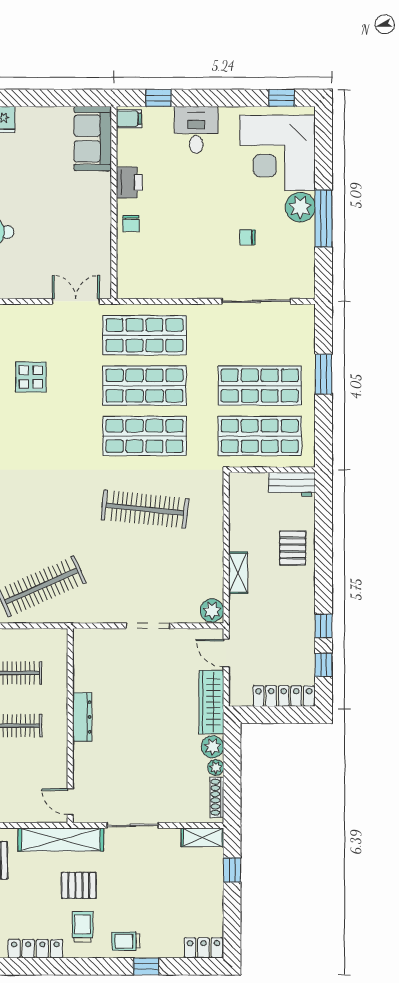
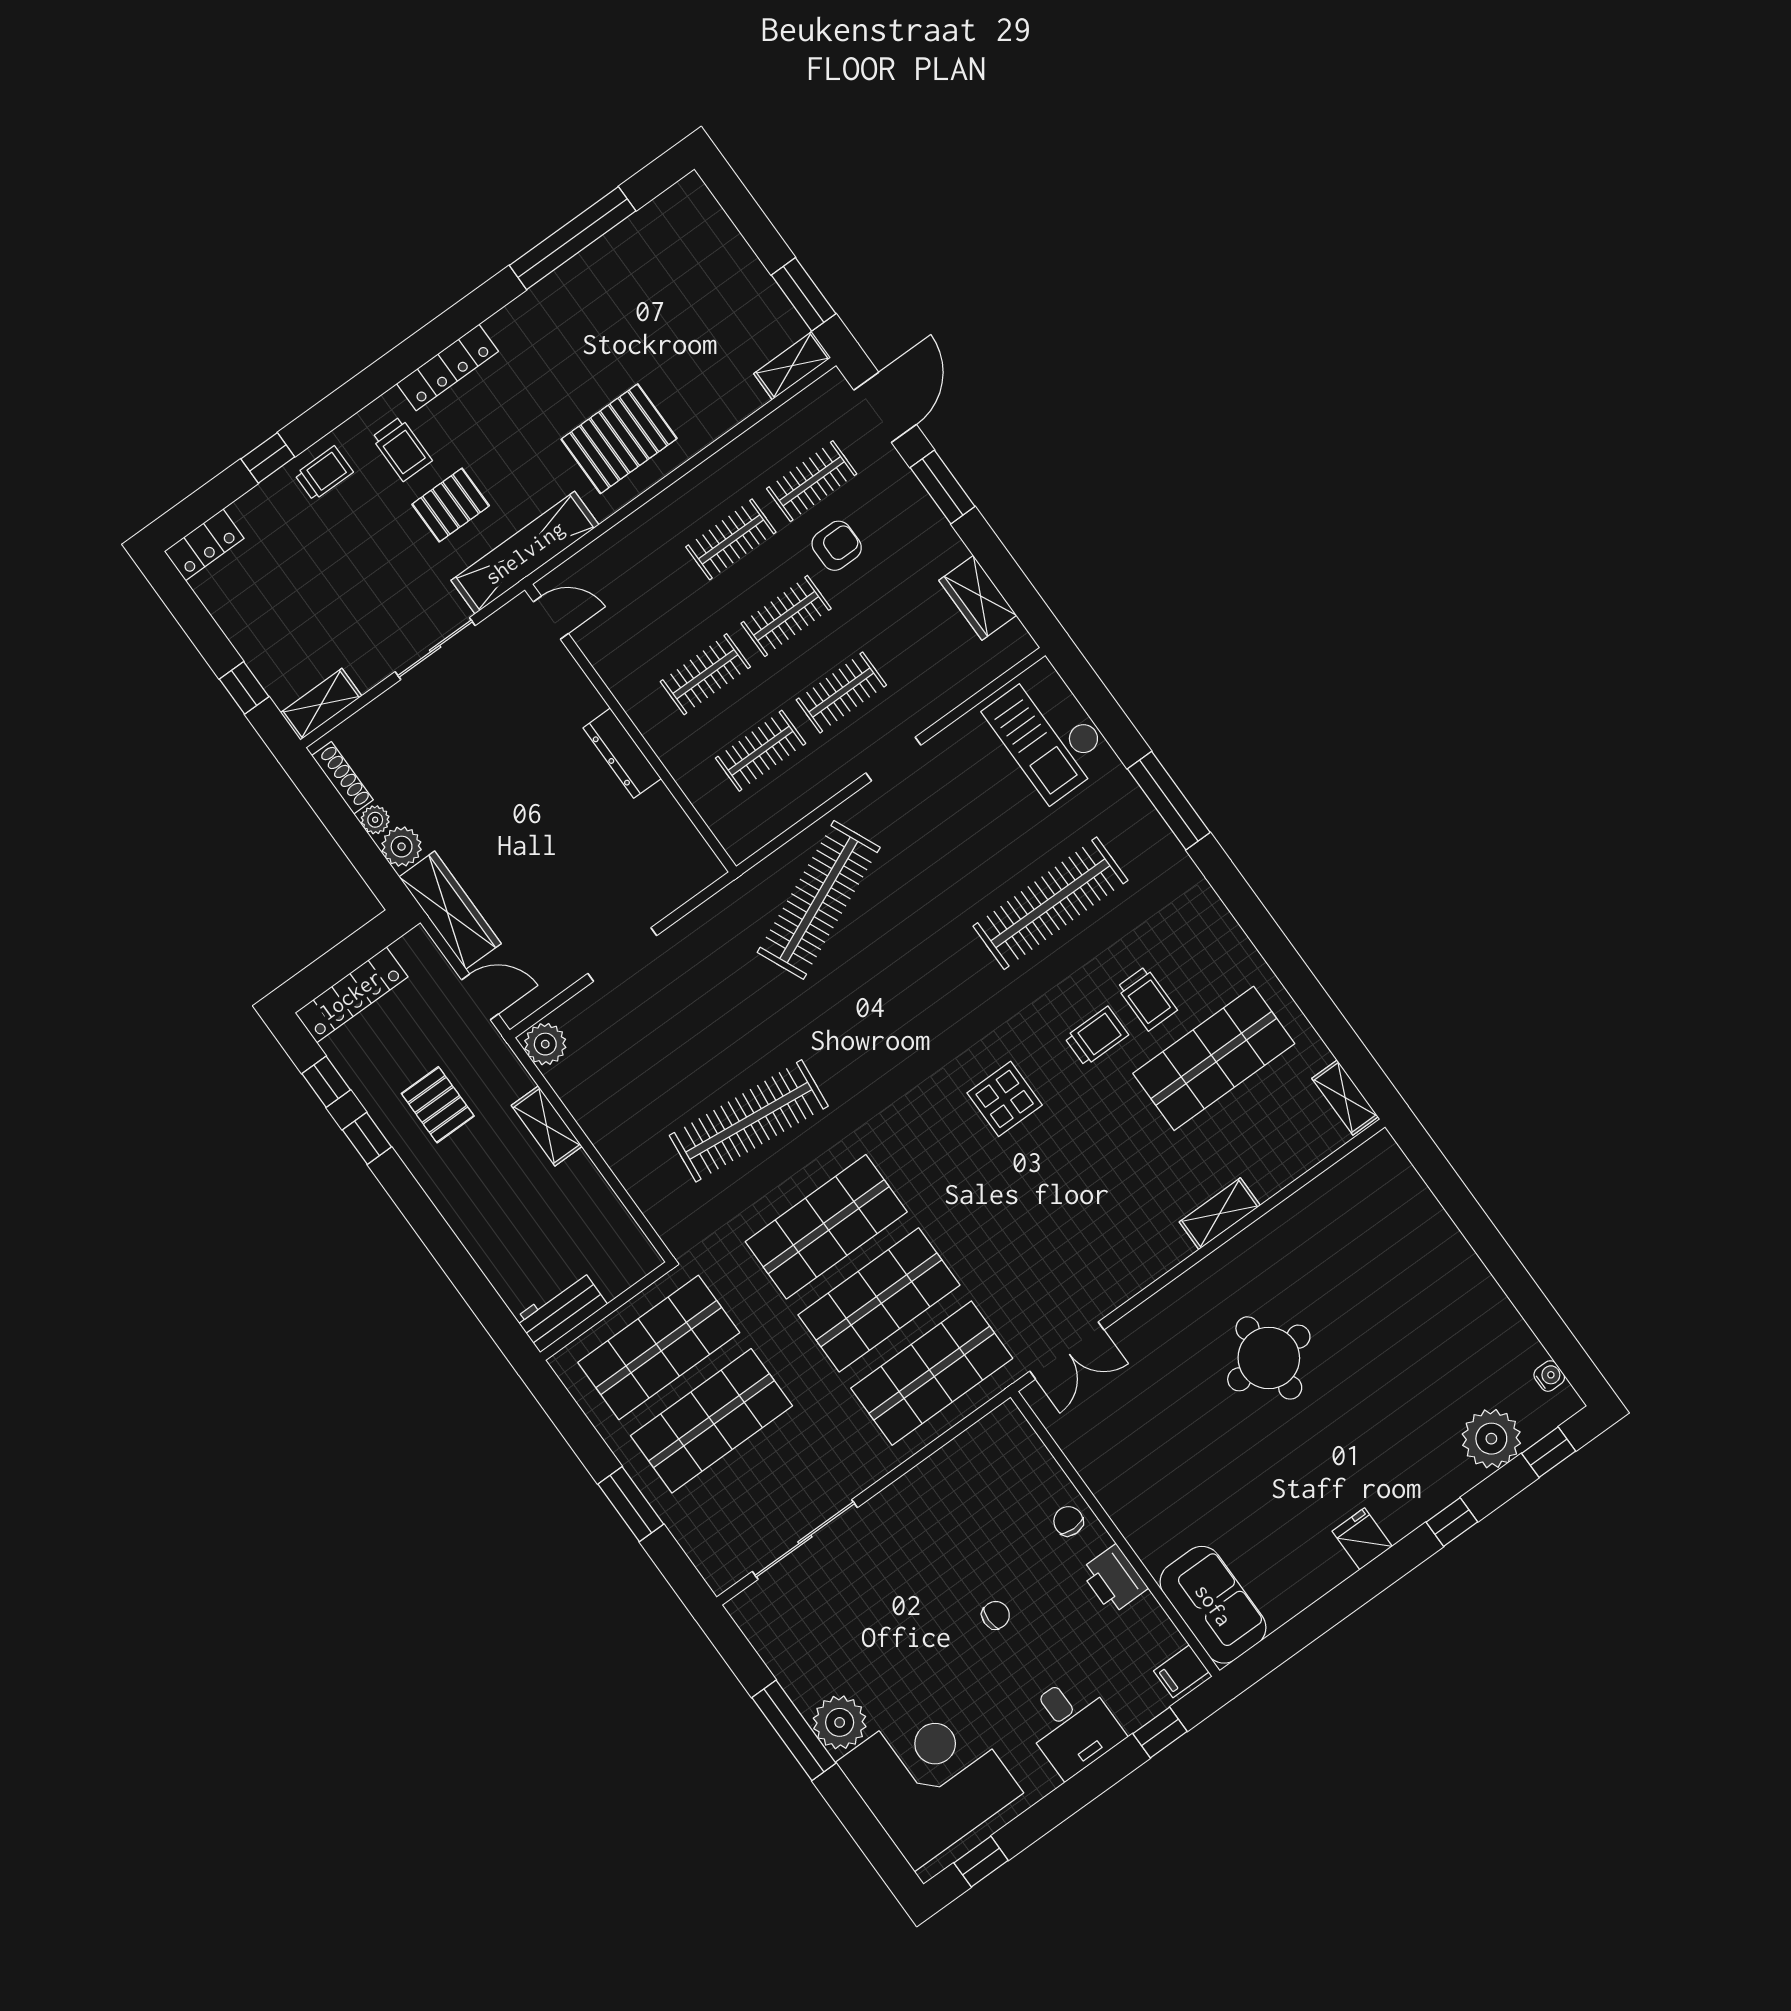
chair: (247, 237) -> (996, 1615), moved
display table: (31, 377) -> (1005, 1099), moved
pallet: (293, 548) -> (438, 1105), moved

